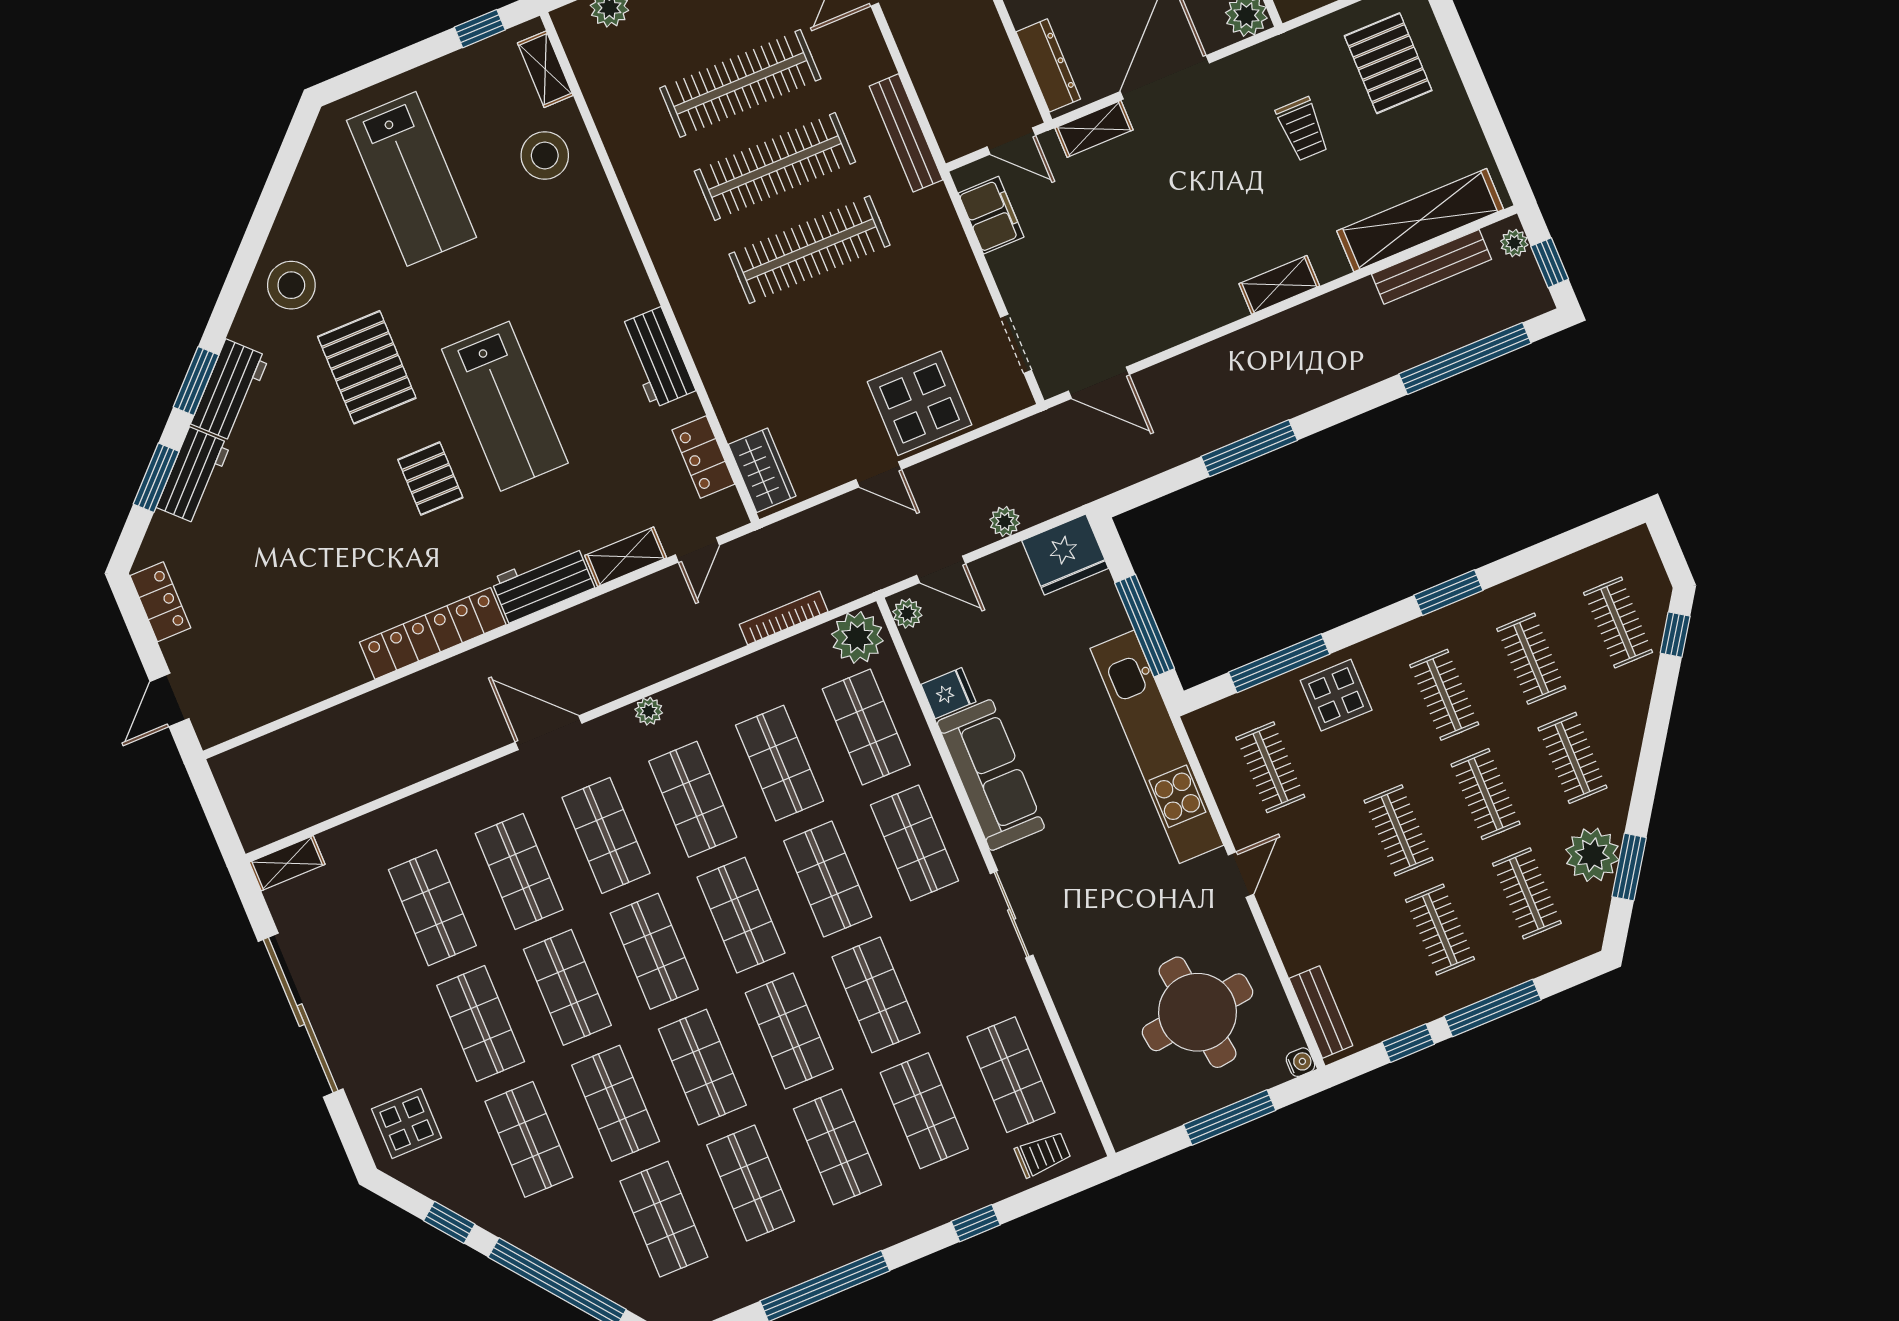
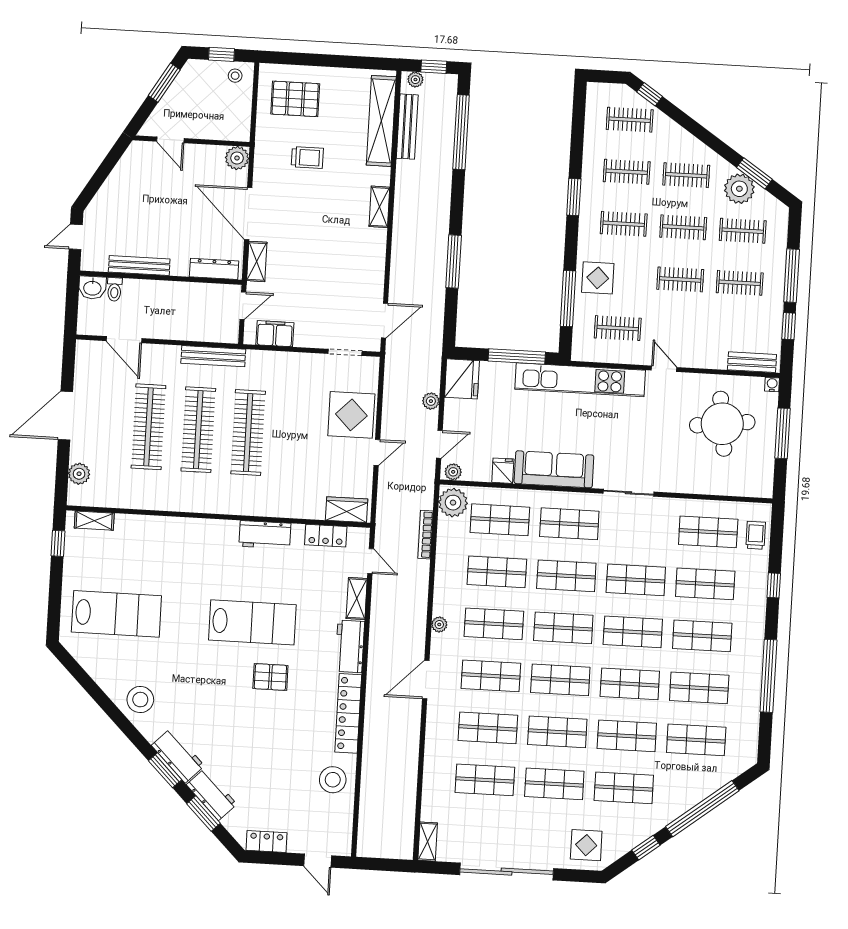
stool: (545, 155) -> (333, 780), moved
pallet: (367, 367) -> (200, 682), removed

